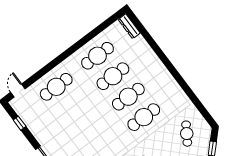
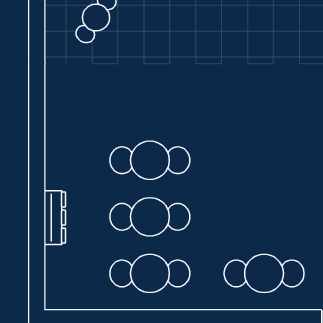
dresser: (129, 26) -> (55, 218), moved
cafe table: (144, 117) -> (150, 104), removed

